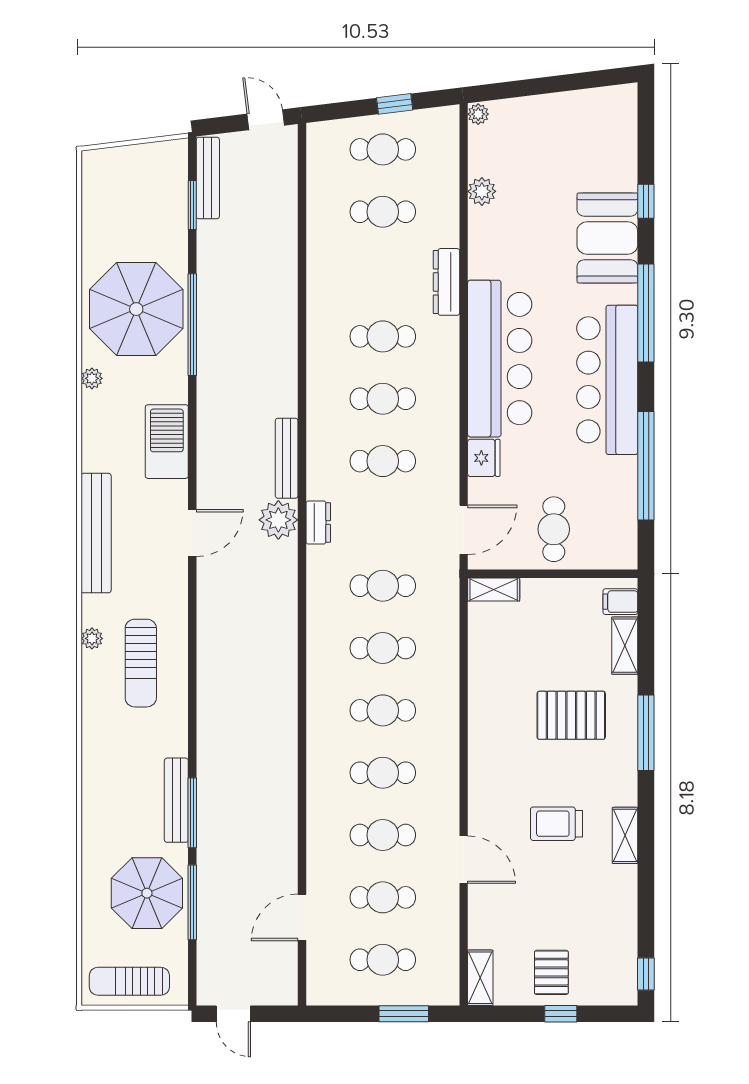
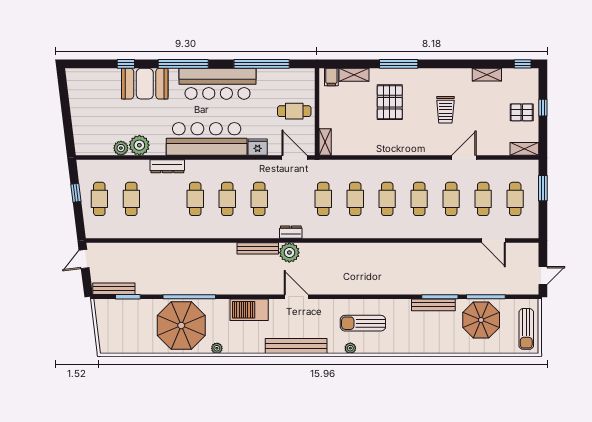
plant: (478, 114) -> (139, 145), moved, width x1.87, depth x1.87
sun lounger: (141, 663) -> (363, 323), turned 180
shelving: (625, 835) -> (487, 75), moved

